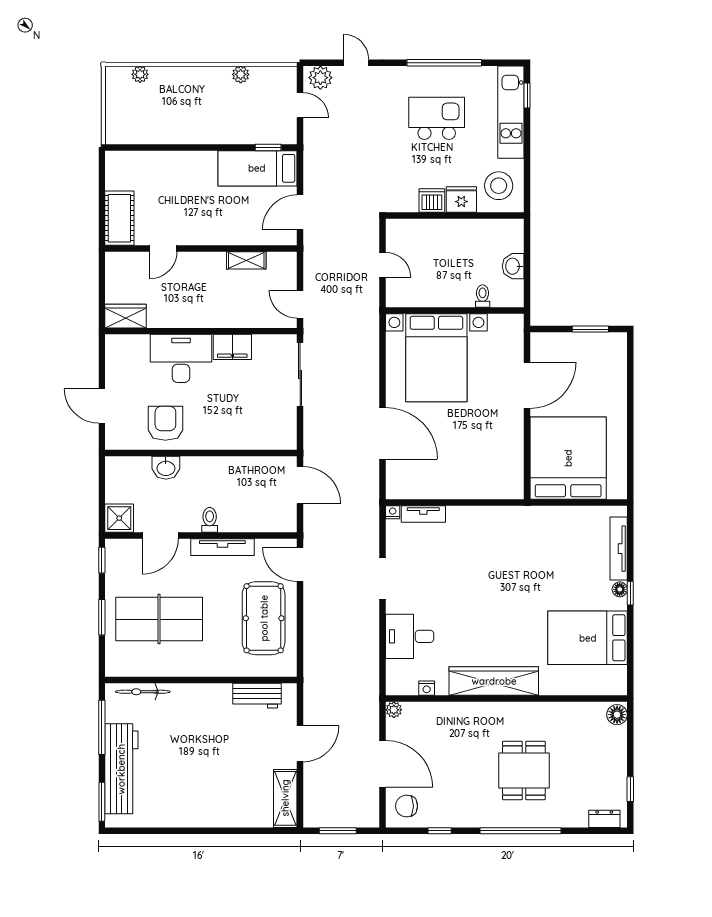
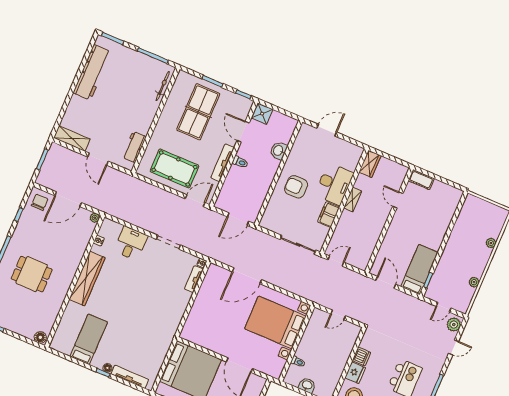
plant: (140, 74) -> (491, 243), moved
cot: (119, 218) -> (421, 180), width x0.73, depth x0.75
shelving: (246, 260) -> (353, 199), moved
armchair: (165, 423) -> (296, 187), moved, turned 180
bed: (588, 638) -> (89, 339), width x0.67
workbench: (121, 769) -> (92, 72), moved, turned -90

